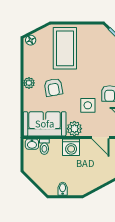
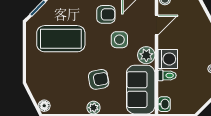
coffee table: (65, 48) -> (61, 39), moved
toilet: (44, 147) -> (167, 75), moved

